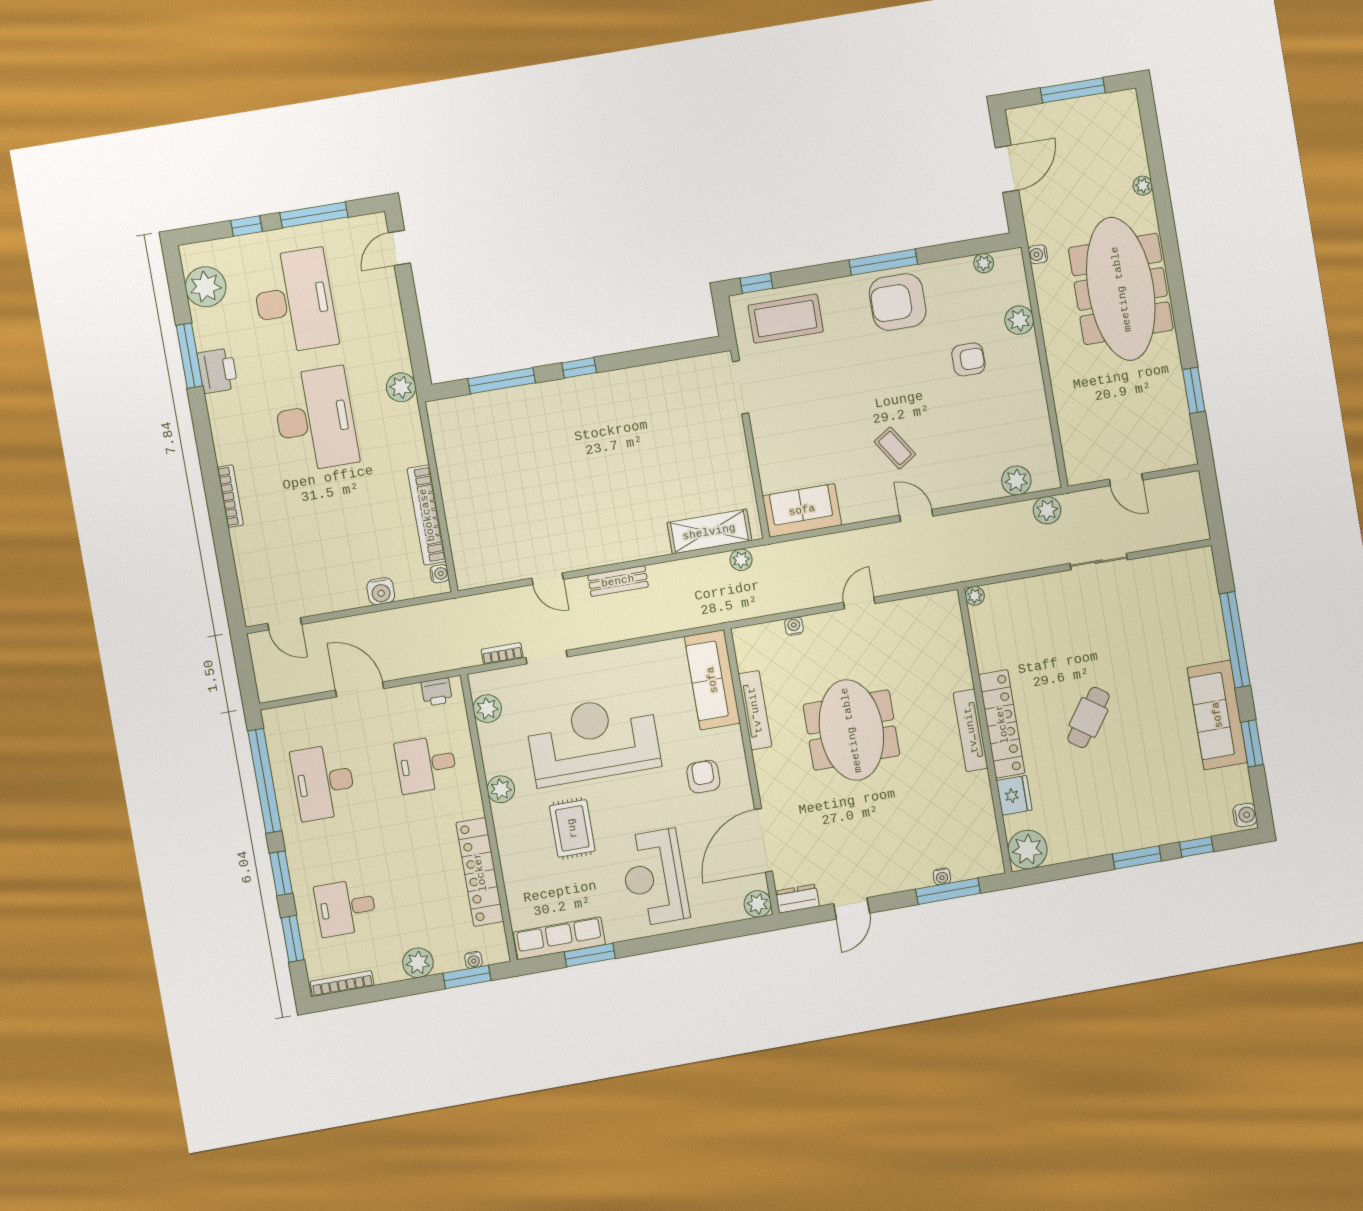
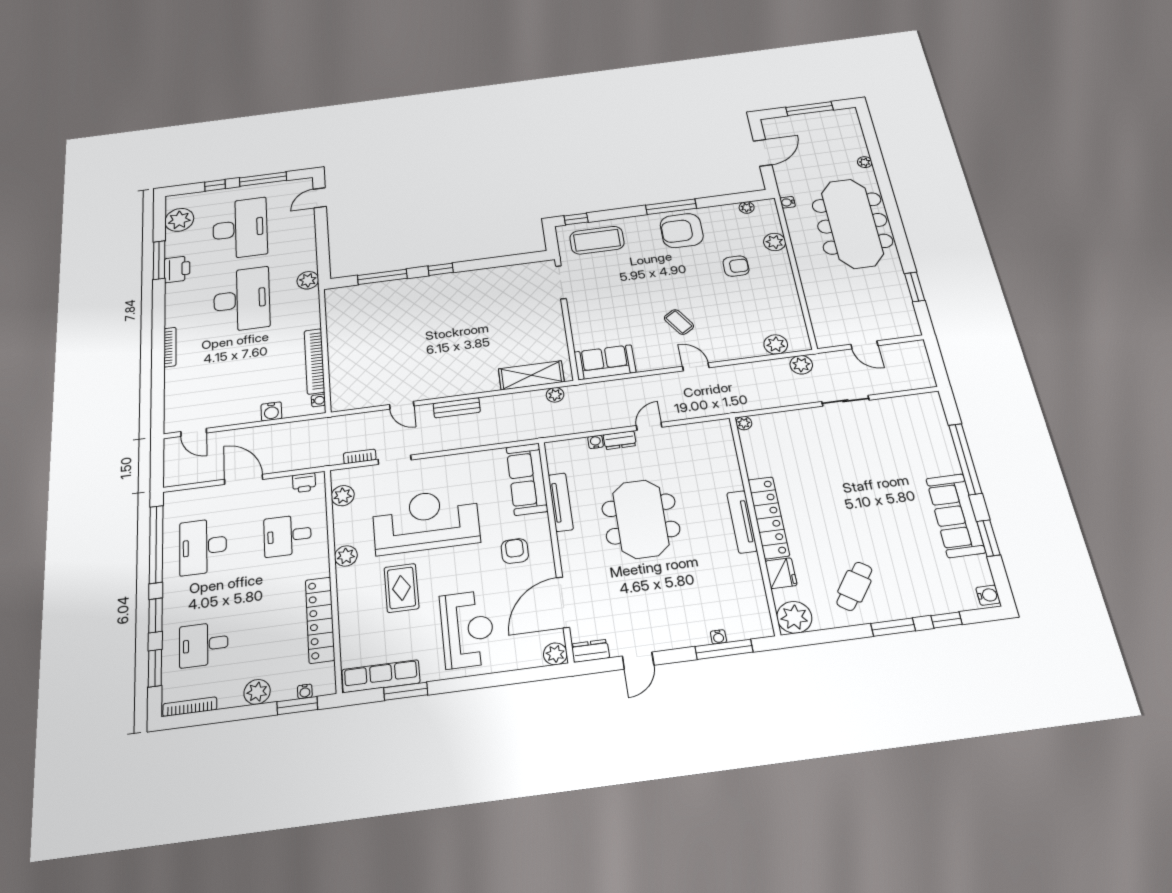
dresser: (824, 623) -> (620, 440), added
cafe table: (1088, 717) -> (854, 586), moved
reception desk: (654, 878) -> (467, 629), turned 180

